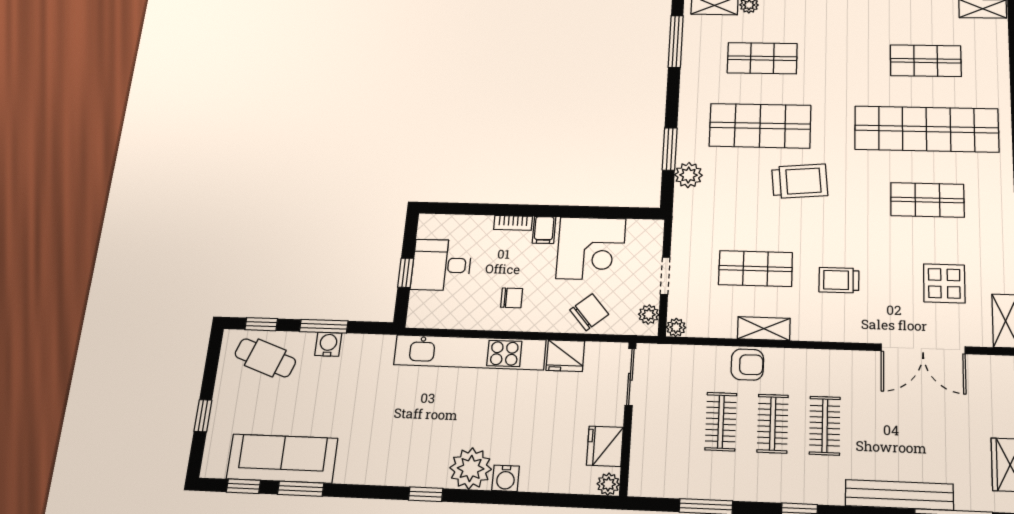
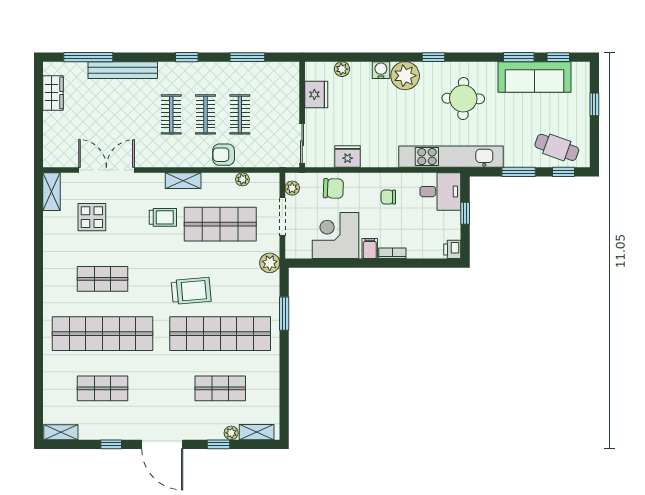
window: (676, 41) -> (284, 401), removed
shop shelf: (760, 126) -> (220, 334), width x1.40
plant: (688, 175) -> (270, 263), moved
trolley: (800, 181) -> (191, 291), turned 180
printer: (429, 226) -> (452, 249), added
desk: (441, 265) -> (440, 192), moved
shop shelf: (755, 269) -> (220, 224), width x1.43, depth x1.36
doorway: (665, 276) -> (282, 217), width x1.38
chair: (589, 312) -> (333, 188), turned -138
plant: (676, 327) -> (242, 179), moved
shelving: (764, 329) -> (183, 181), moved
water cooler: (328, 344) -> (514, 159), removed
kitchen unit: (470, 352) -> (451, 157), moved
round table: (389, 432) -> (463, 99), added
plant: (608, 484) -> (342, 69), moved

